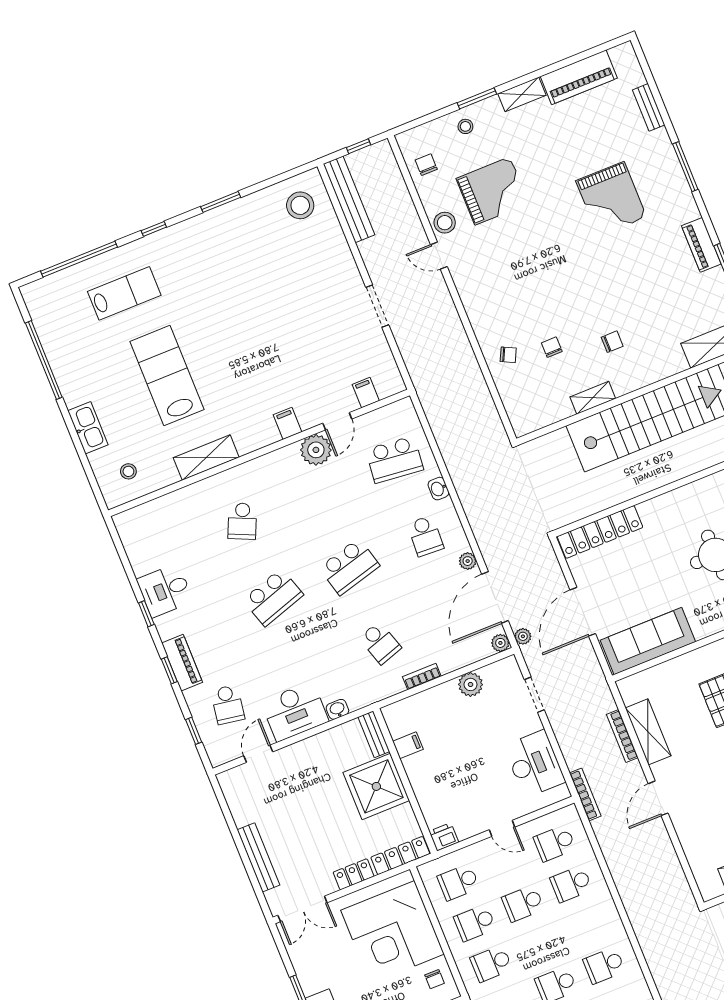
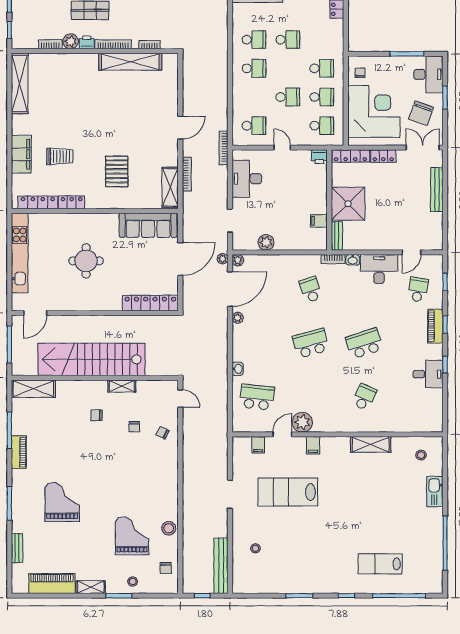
grand piano: (492, 191) -> (132, 536), turned 90
stool: (300, 205) -> (255, 548), moved, width x0.53, depth x0.53
door: (439, 256) -> (180, 398), moved
lab bench: (167, 376) -> (288, 492), moved, turned 90
school desk: (425, 536) -> (257, 343), removed
bookcase: (422, 676) -> (333, 259), moved
shelving: (648, 732) -> (170, 187), moved
school desk: (571, 884) -> (254, 68), moved
chair: (324, 957) -> (421, 113), added

